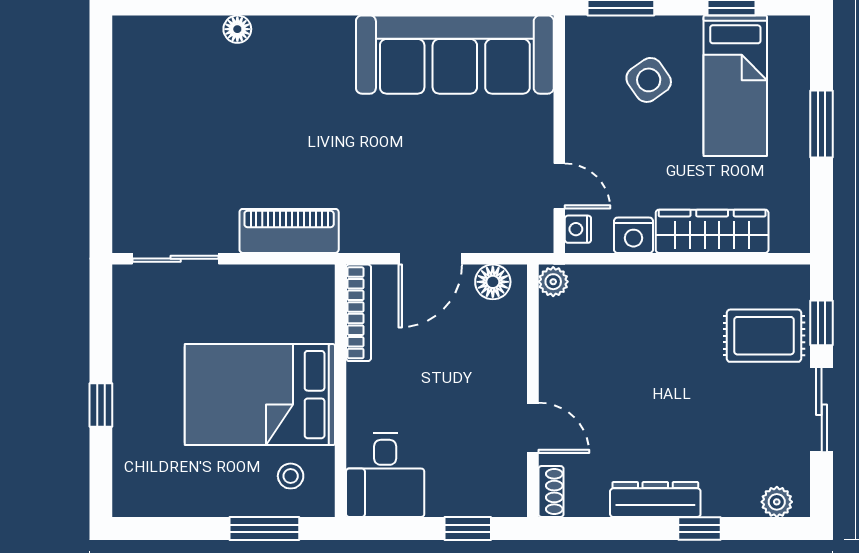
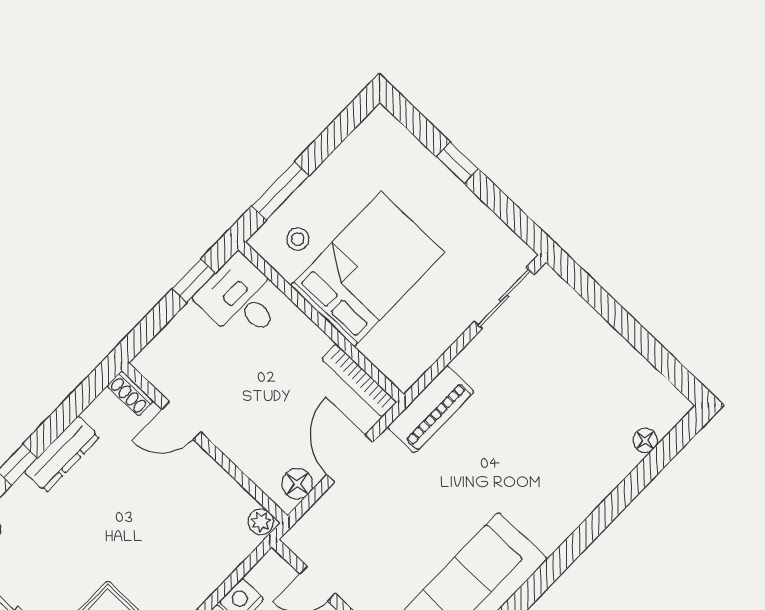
floor lamp: (237, 29) -> (645, 440), moved
nightstand: (578, 229) -> (279, 569), removed
piano: (289, 231) -> (431, 409), moved
window: (468, 528) -> (194, 281), moved

